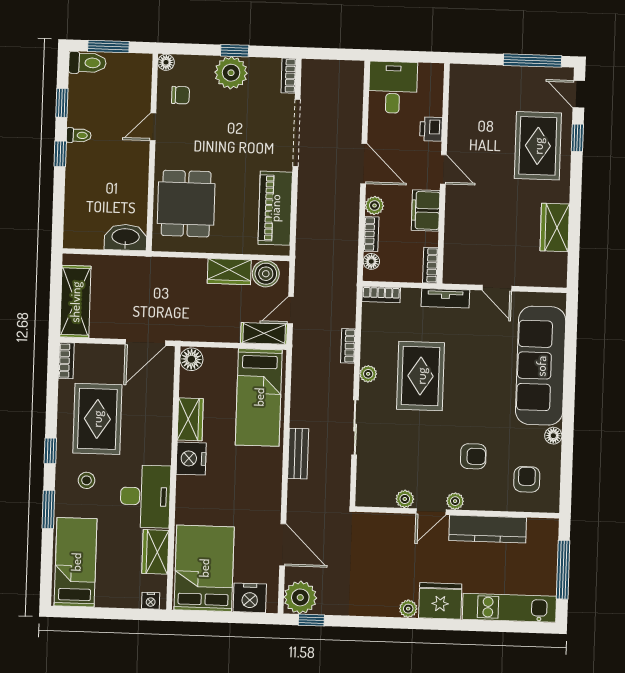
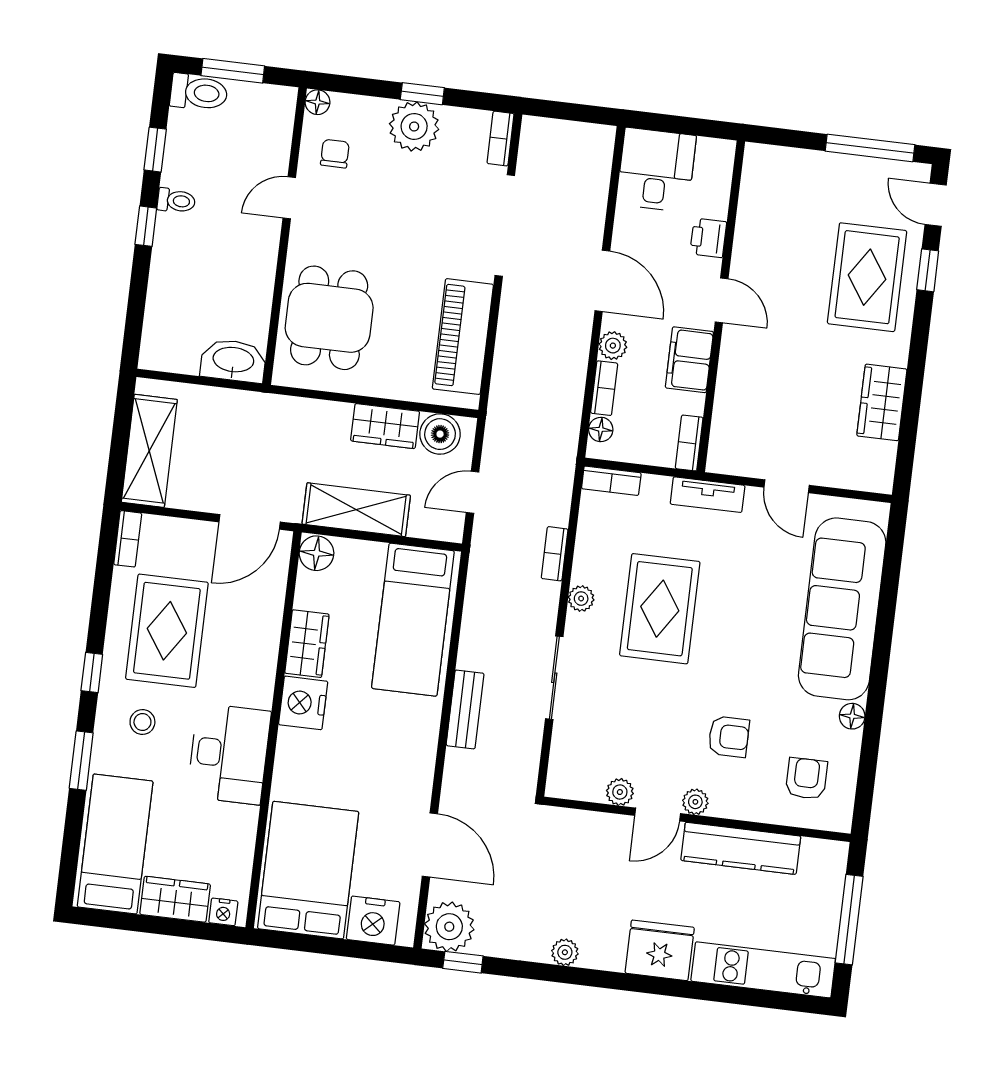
chair: (180, 95) -> (335, 154), turned -90
shelving: (264, 333) -> (356, 510), moved, width x1.50, depth x1.33
wardrobe: (155, 552) -> (175, 899), moved, turned 90
plant: (408, 609) -> (565, 952), moved

